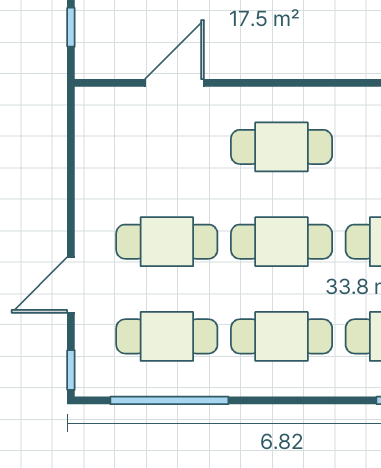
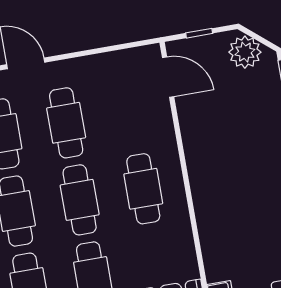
door: (174, 83) -> (168, 77), moved

